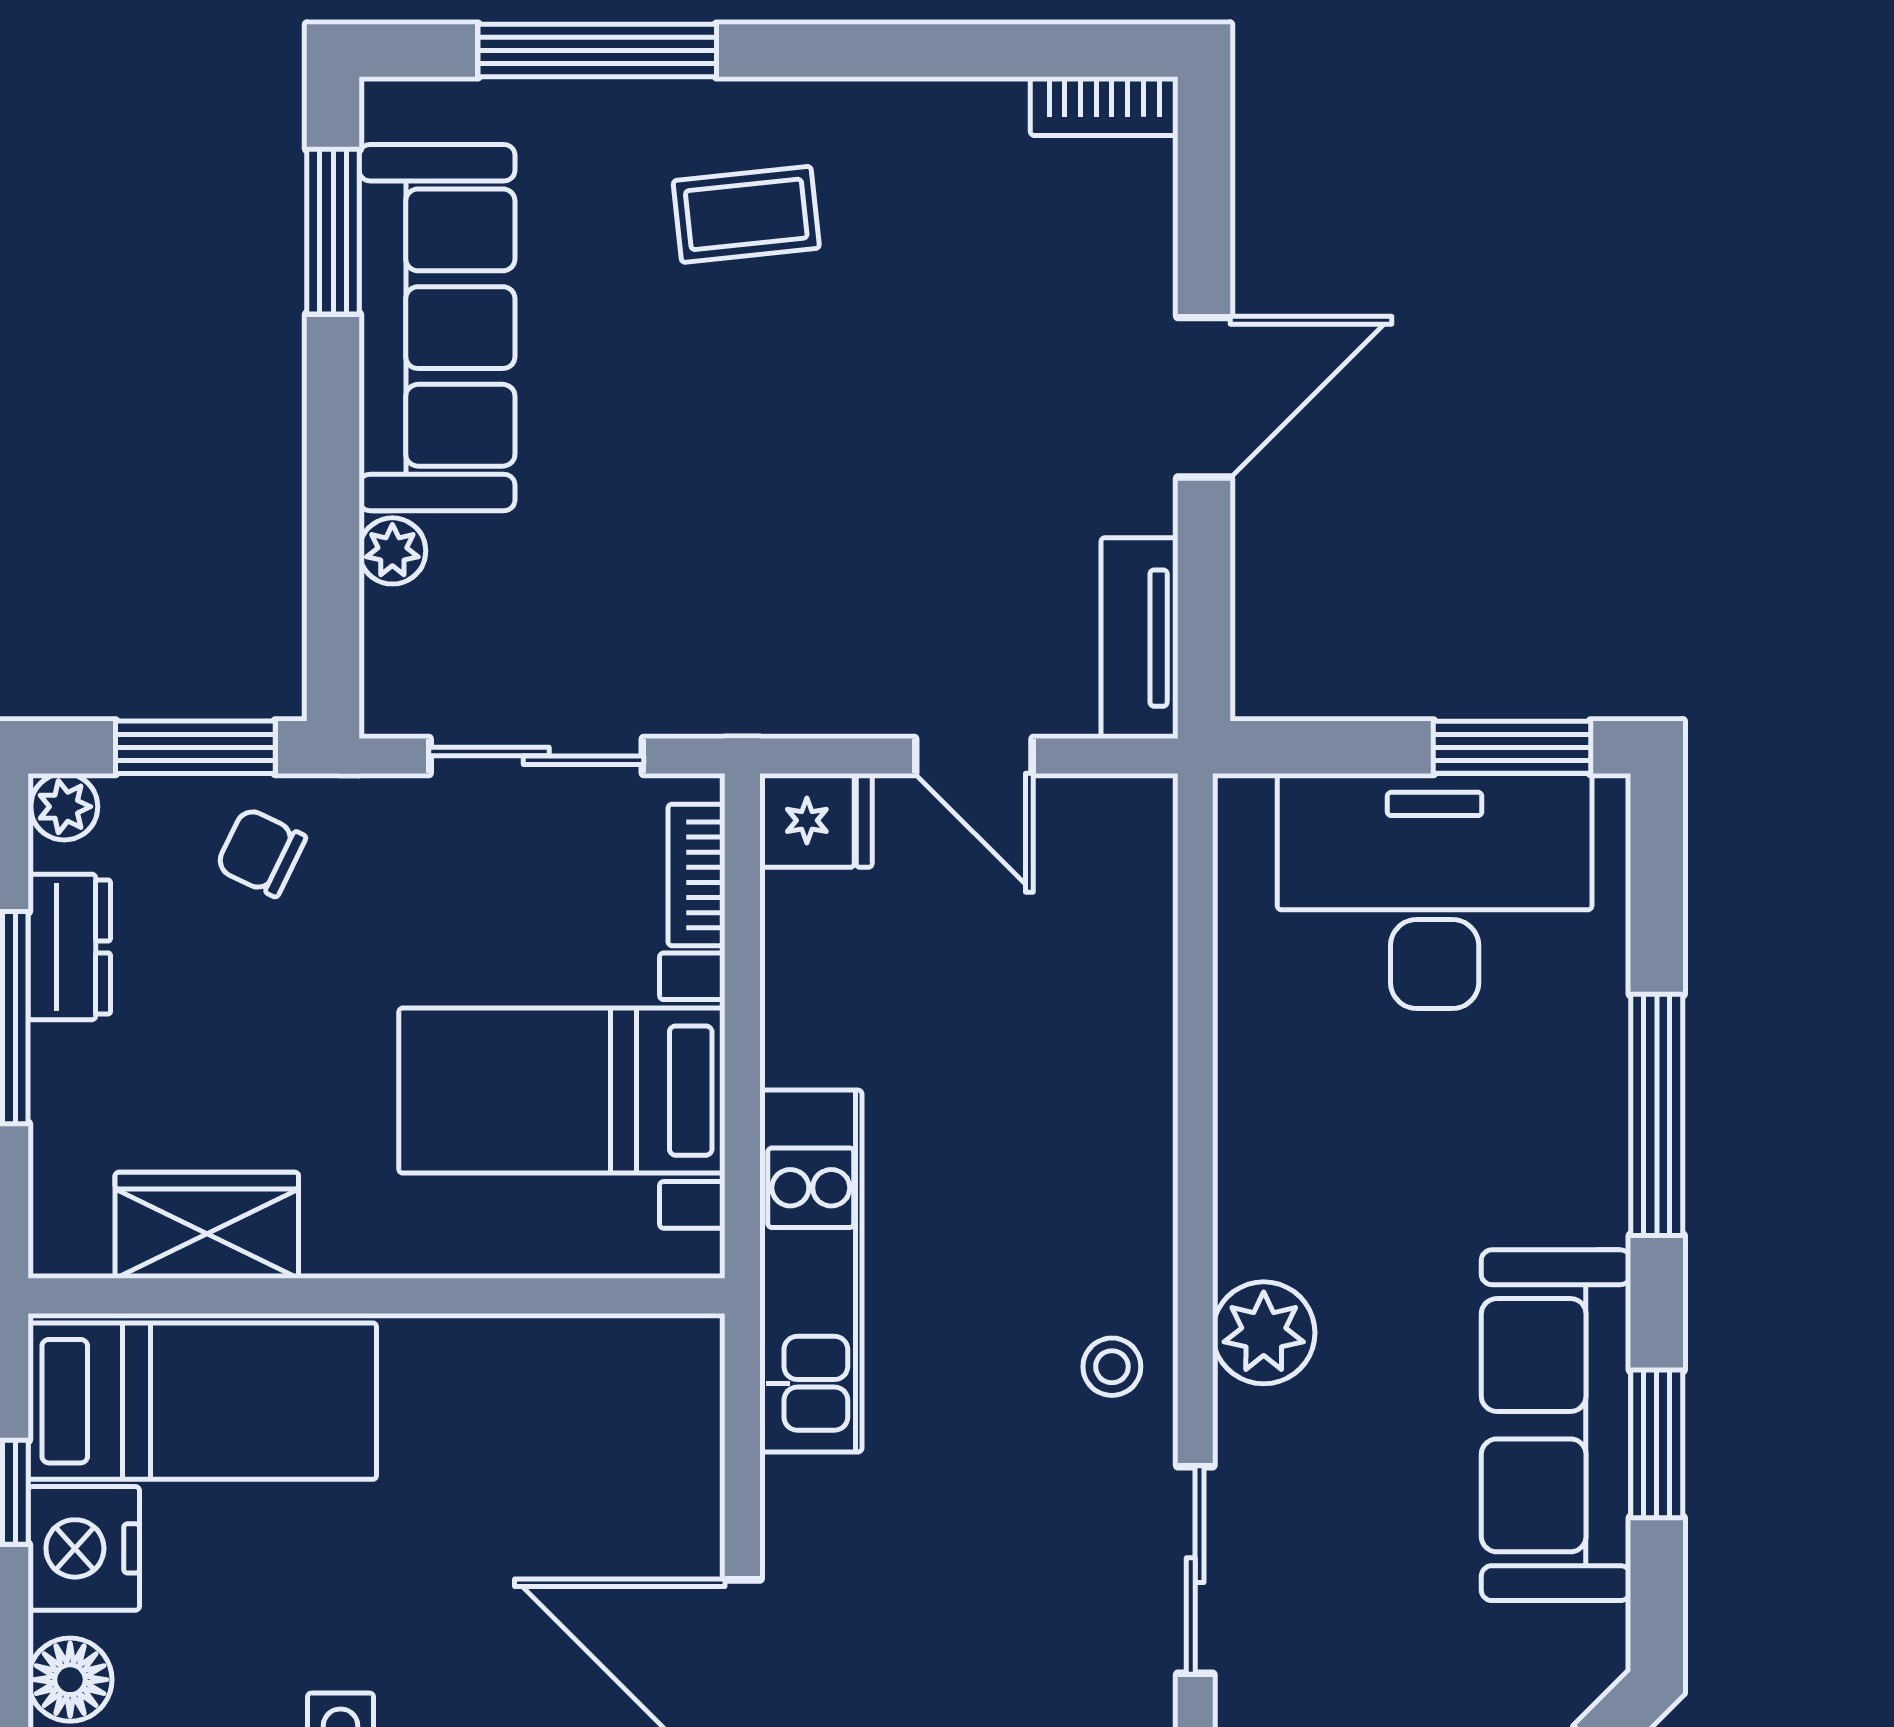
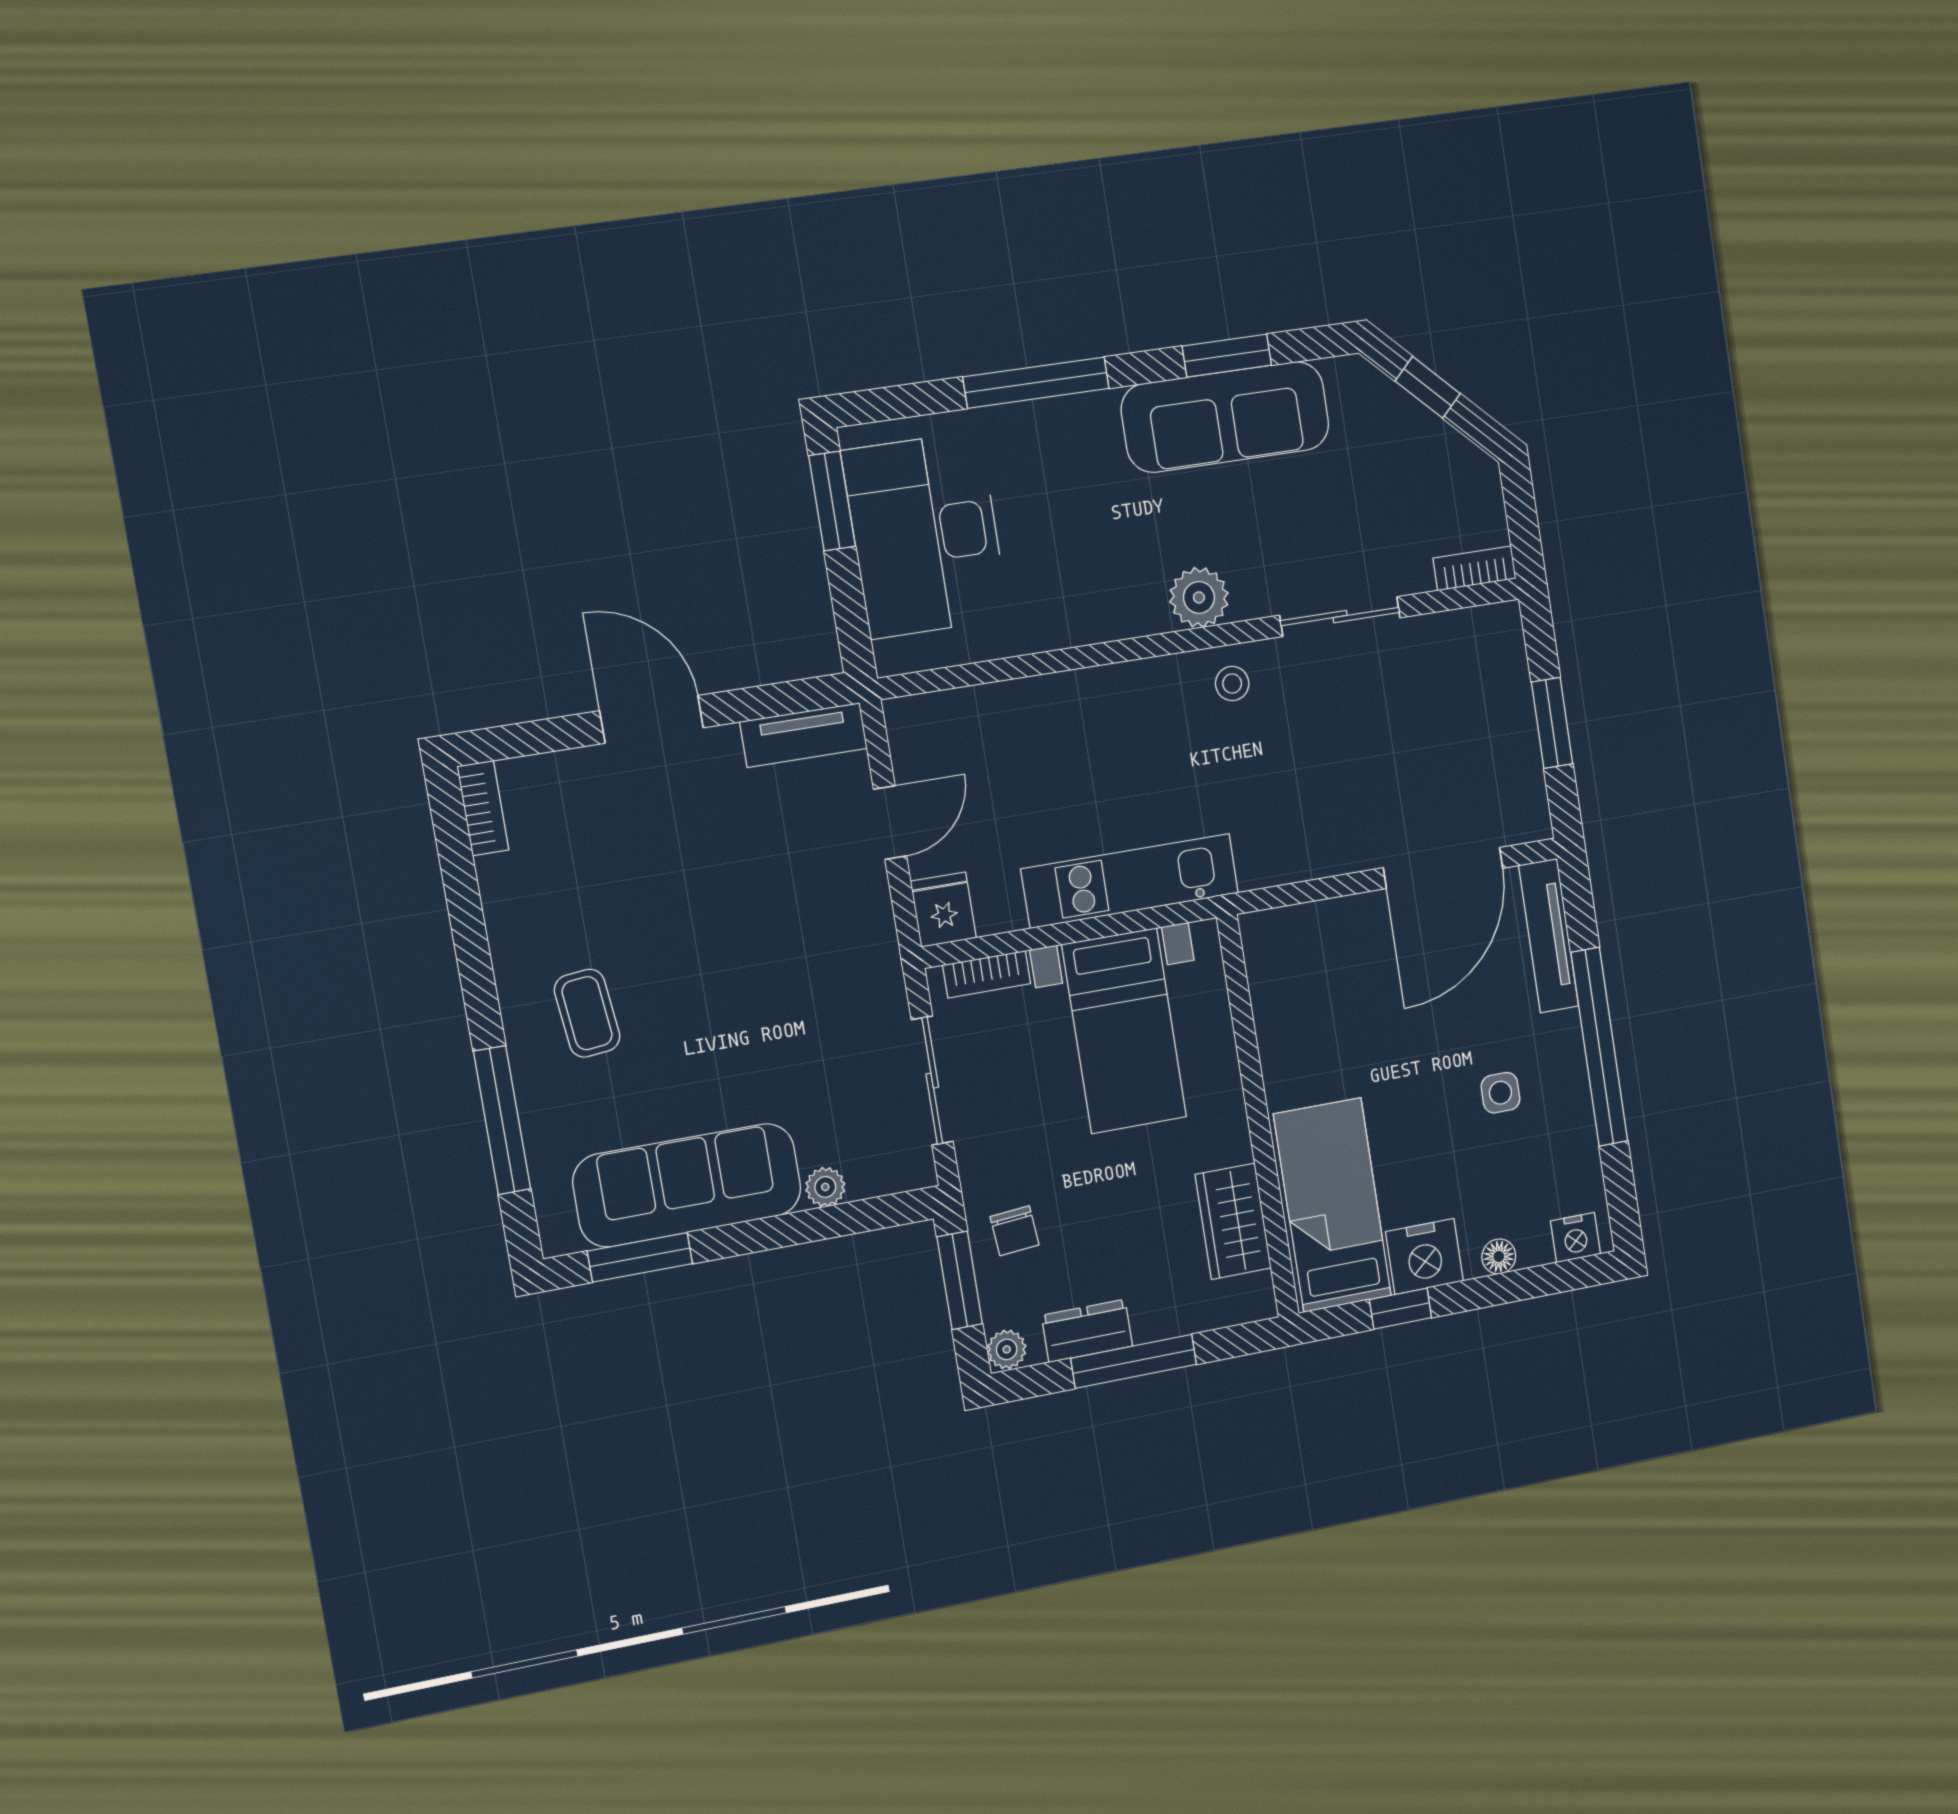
chair: (261, 852) -> (1015, 1231), turned -31
kitchen unit: (811, 1271) -> (1130, 881), moved
floor lamp: (70, 1680) -> (1499, 1256), width x0.73, depth x0.73

